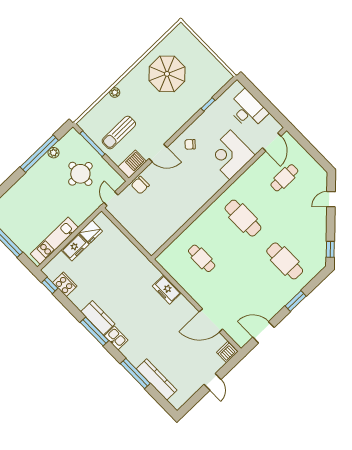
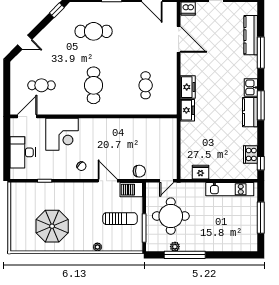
round table: (80, 174) -> (171, 216), width x1.36, depth x1.36
freezer: (75, 247) -> (187, 110), moved, turned 90
cafe table: (285, 261) -> (94, 31), turned 90

